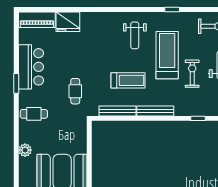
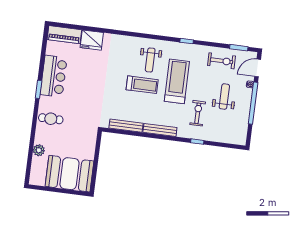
exercise bike: (192, 74) -> (198, 113), moved
treadmill: (128, 80) -> (142, 85), moved
cafe table: (75, 91) -> (90, 103), removed

